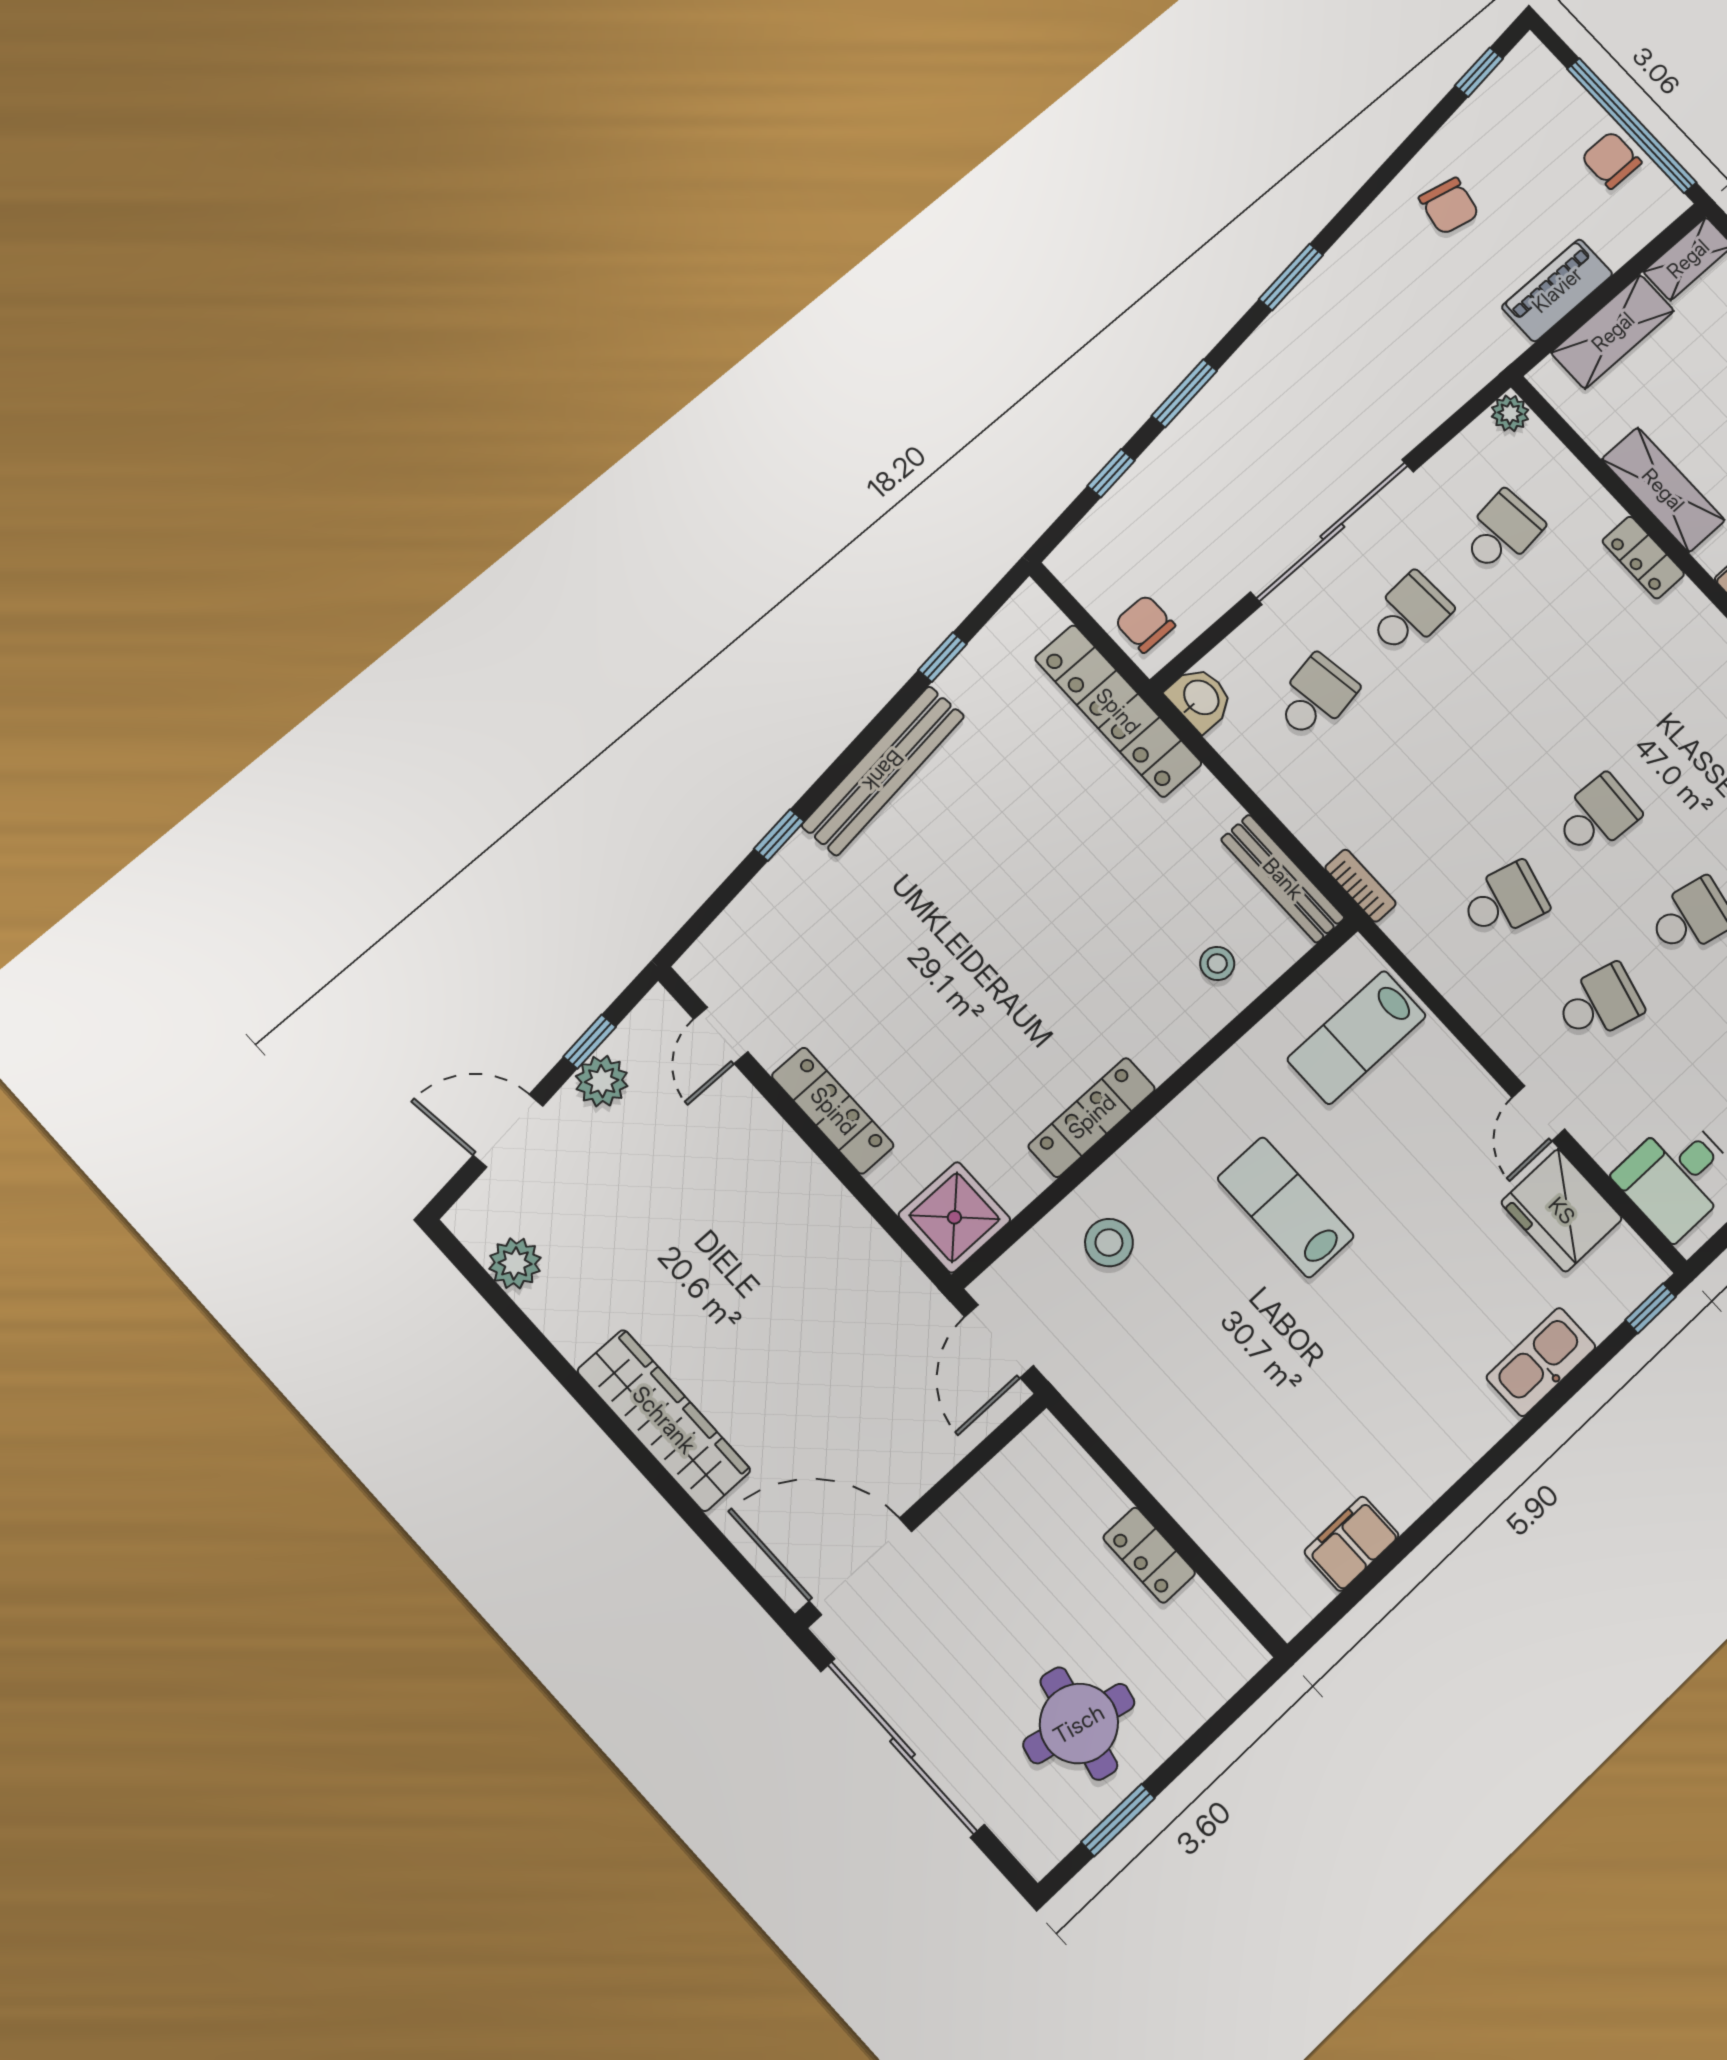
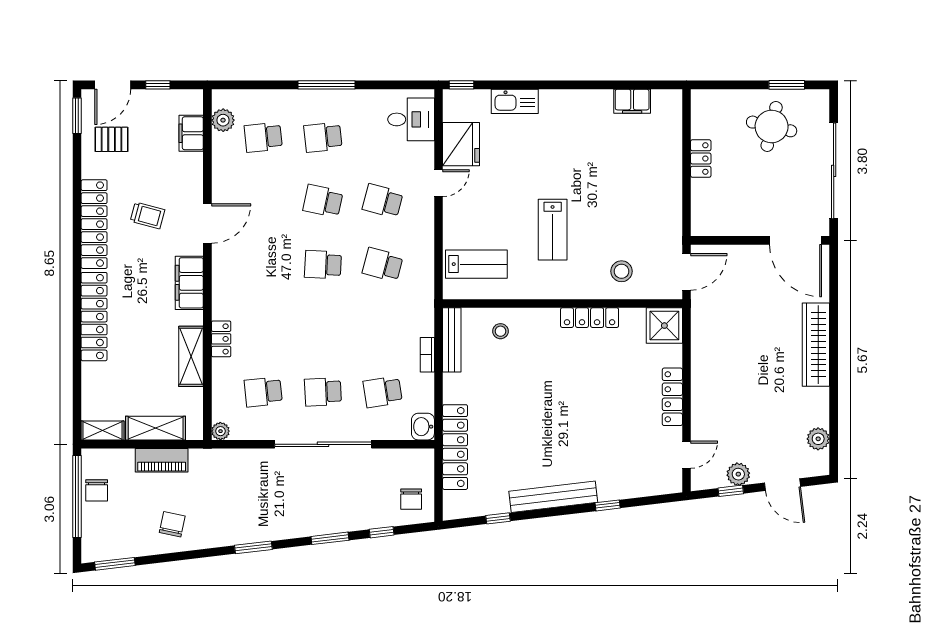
window: (1479, 72) -> (115, 564), width x1.50
chair: (1145, 624) -> (411, 499), moved
bookcase: (1360, 886) -> (427, 355), moved

